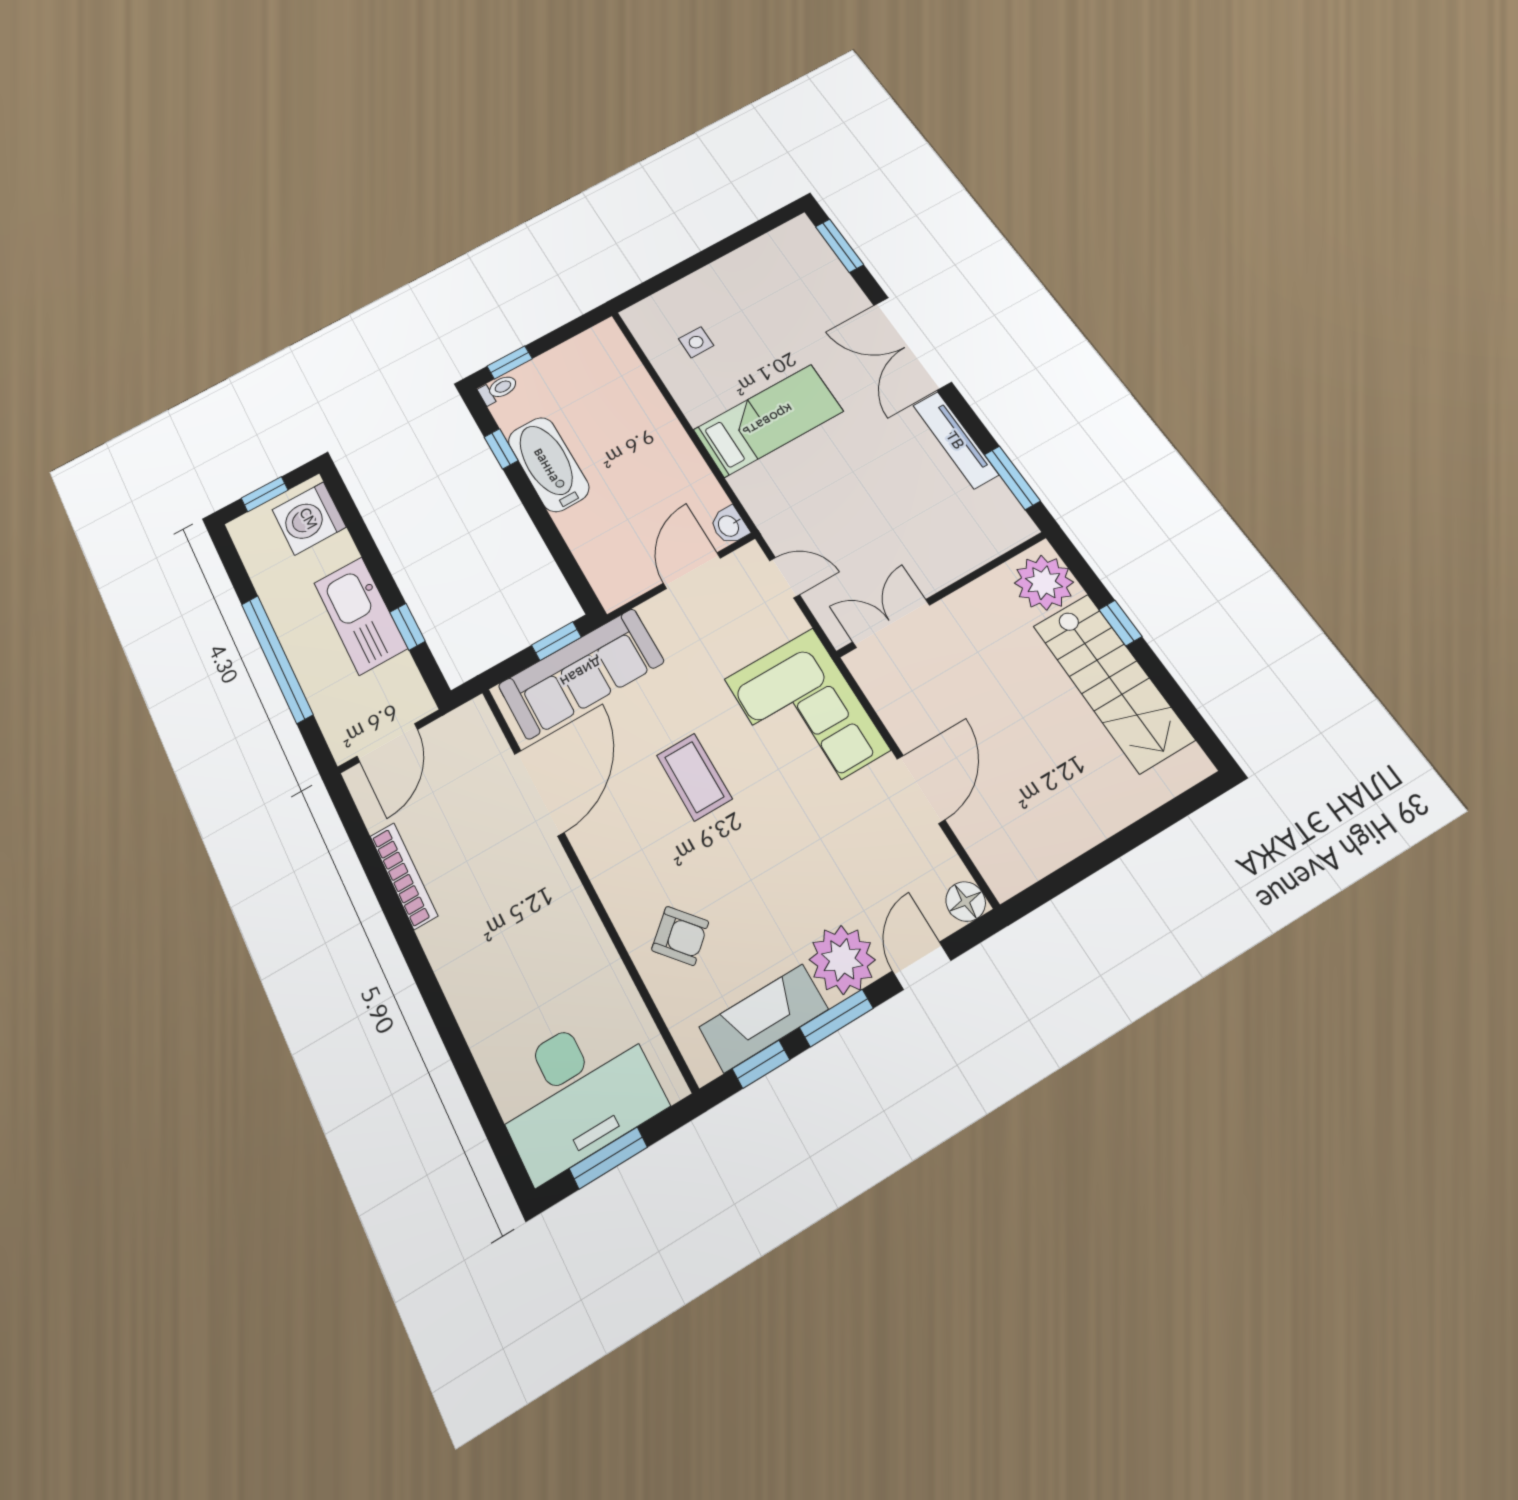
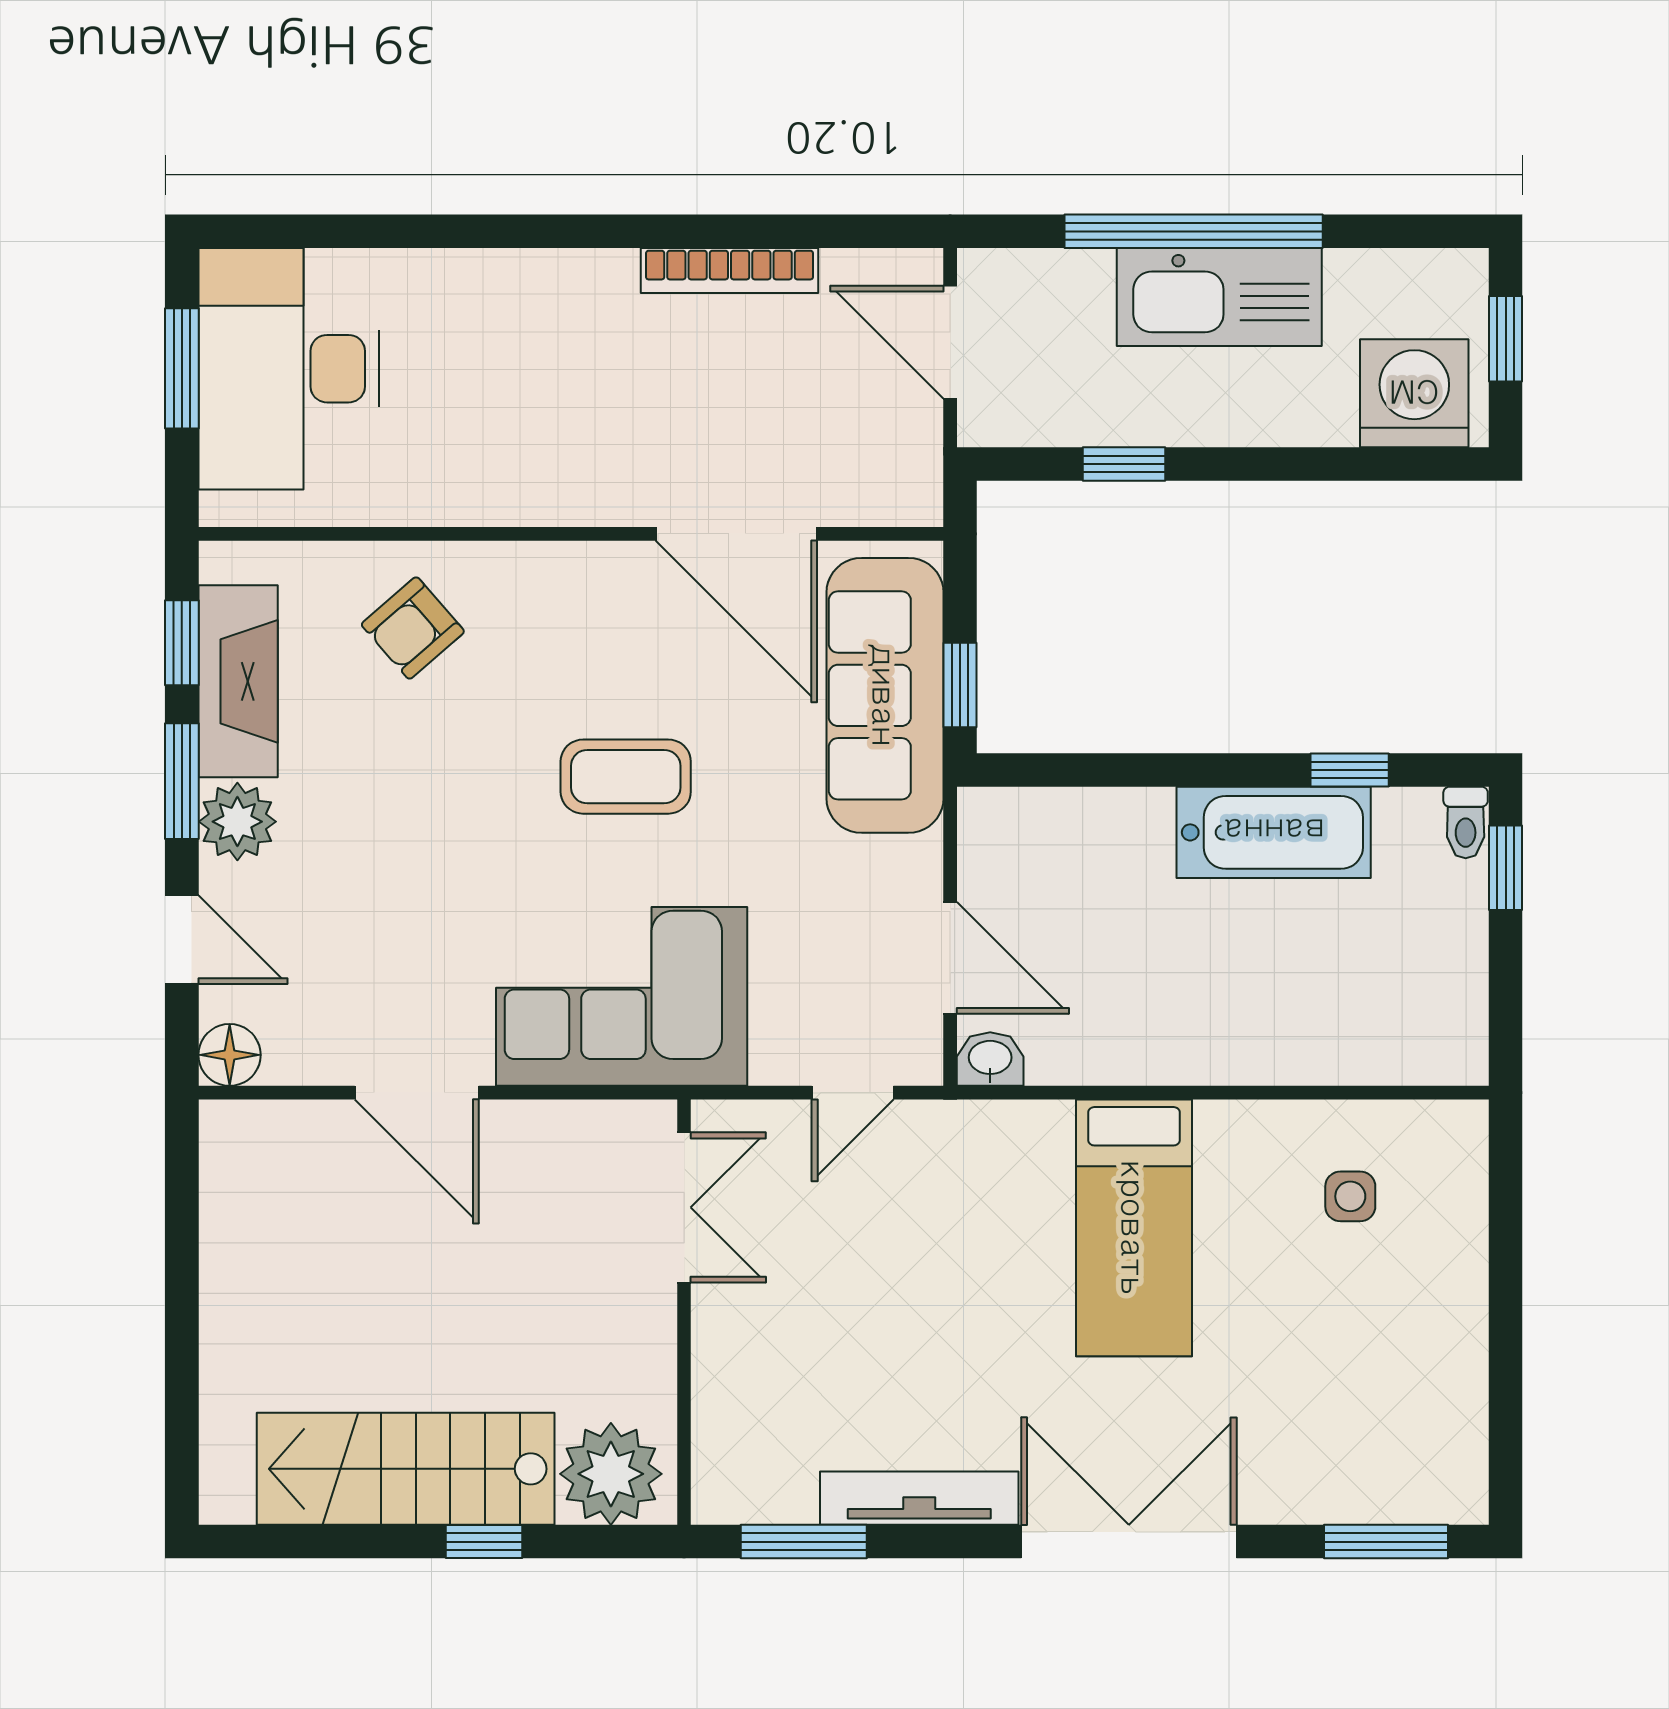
kitchen sink: (360, 615) -> (1219, 297), moved, turned 180
plant: (842, 960) -> (237, 822), width x0.73, depth x0.73

